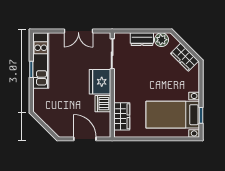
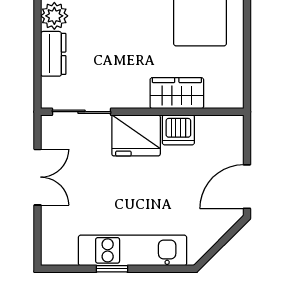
kitchen unit: (41, 61) -> (133, 250), moved
wardrobe: (122, 116) -> (177, 93), moved
door: (85, 139) -> (247, 187), moved

